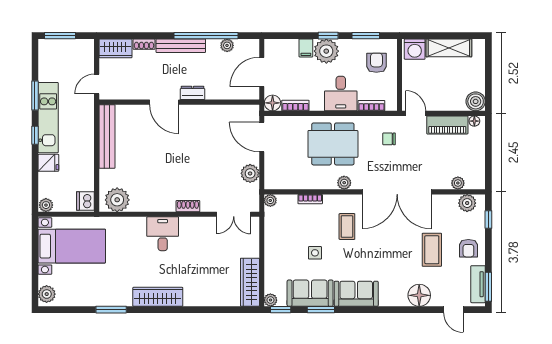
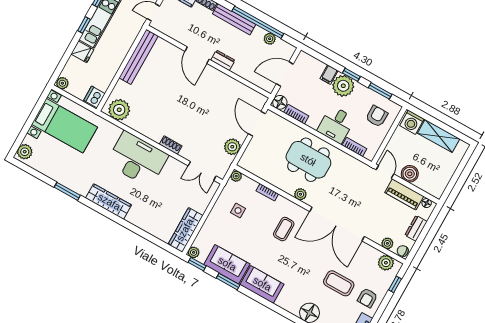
boiler: (476, 101) -> (410, 174), moved
chair: (389, 139) -> (403, 251), moved
dresser: (478, 152) -> (416, 228), added
desk: (163, 234) -> (137, 159), width x1.87, depth x1.30
coffee table: (432, 250) -> (339, 283), turned 90
side table: (315, 253) -> (238, 211), moved

